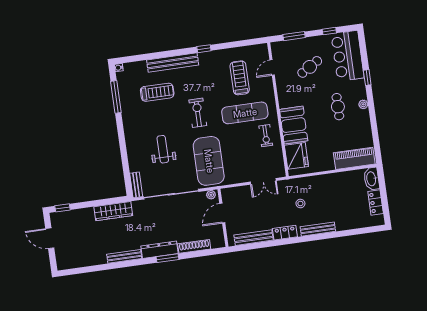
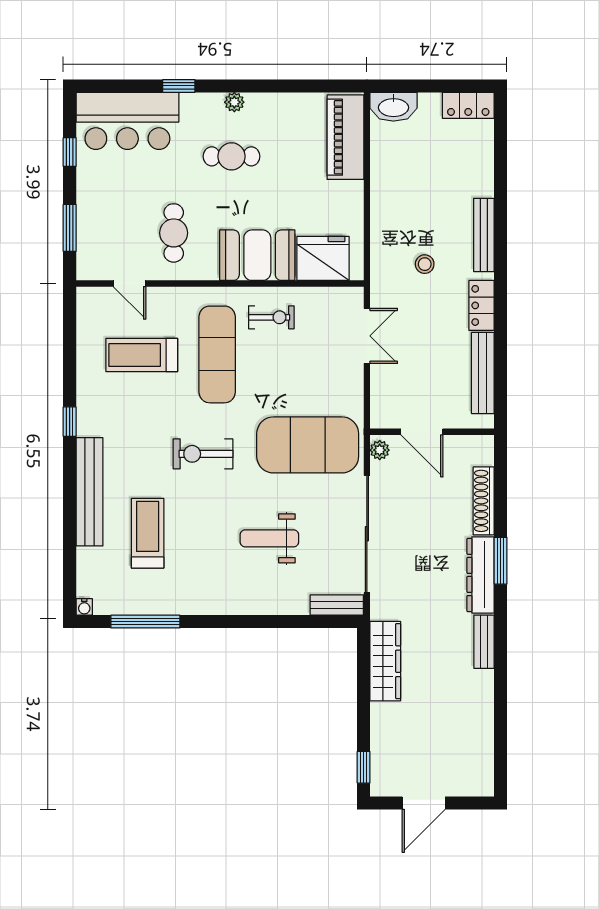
cafe table: (310, 67) -> (174, 233), moved, turned 31
locker: (376, 203) -> (468, 105), moved
bench: (124, 256) -> (484, 642), width x0.73

